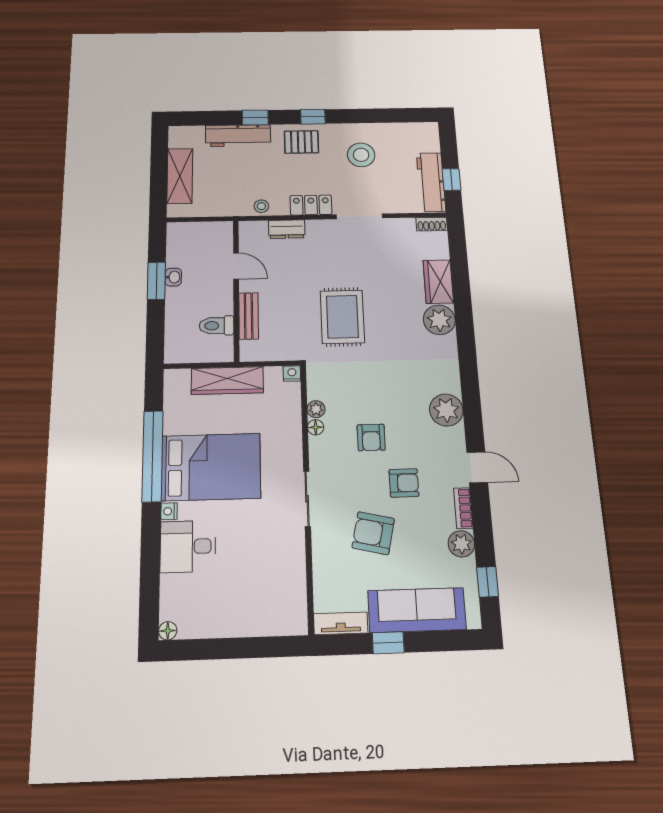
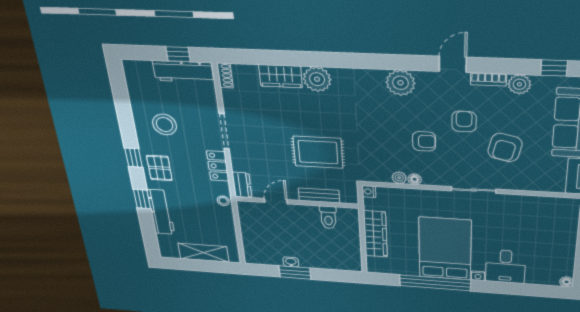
door: (236, 266) -> (276, 201), moved
wall: (236, 290) -> (297, 202), moved
bench: (249, 316) -> (319, 196), moved
toilet: (217, 326) -> (328, 217), moved

